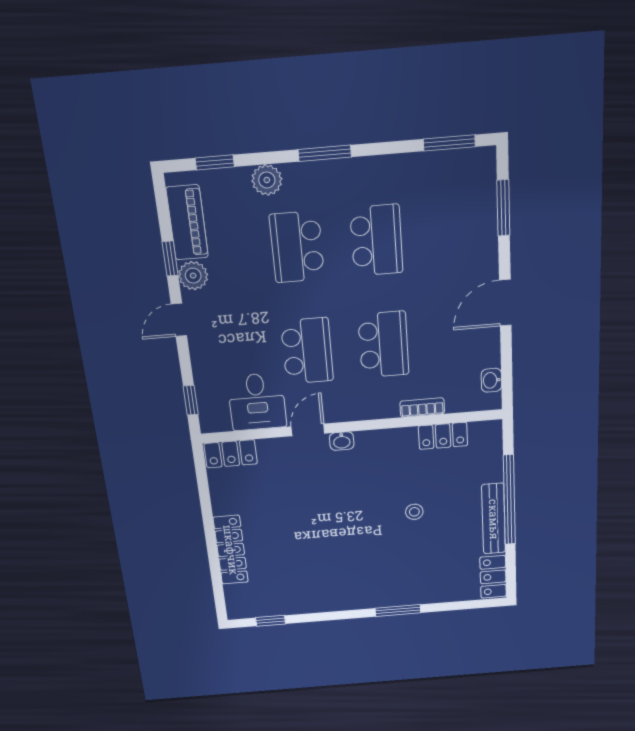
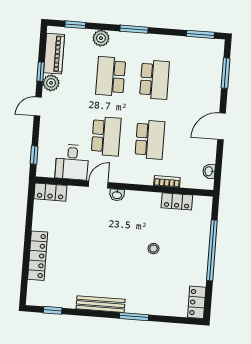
bench: (494, 519) -> (101, 304), moved, turned 90

